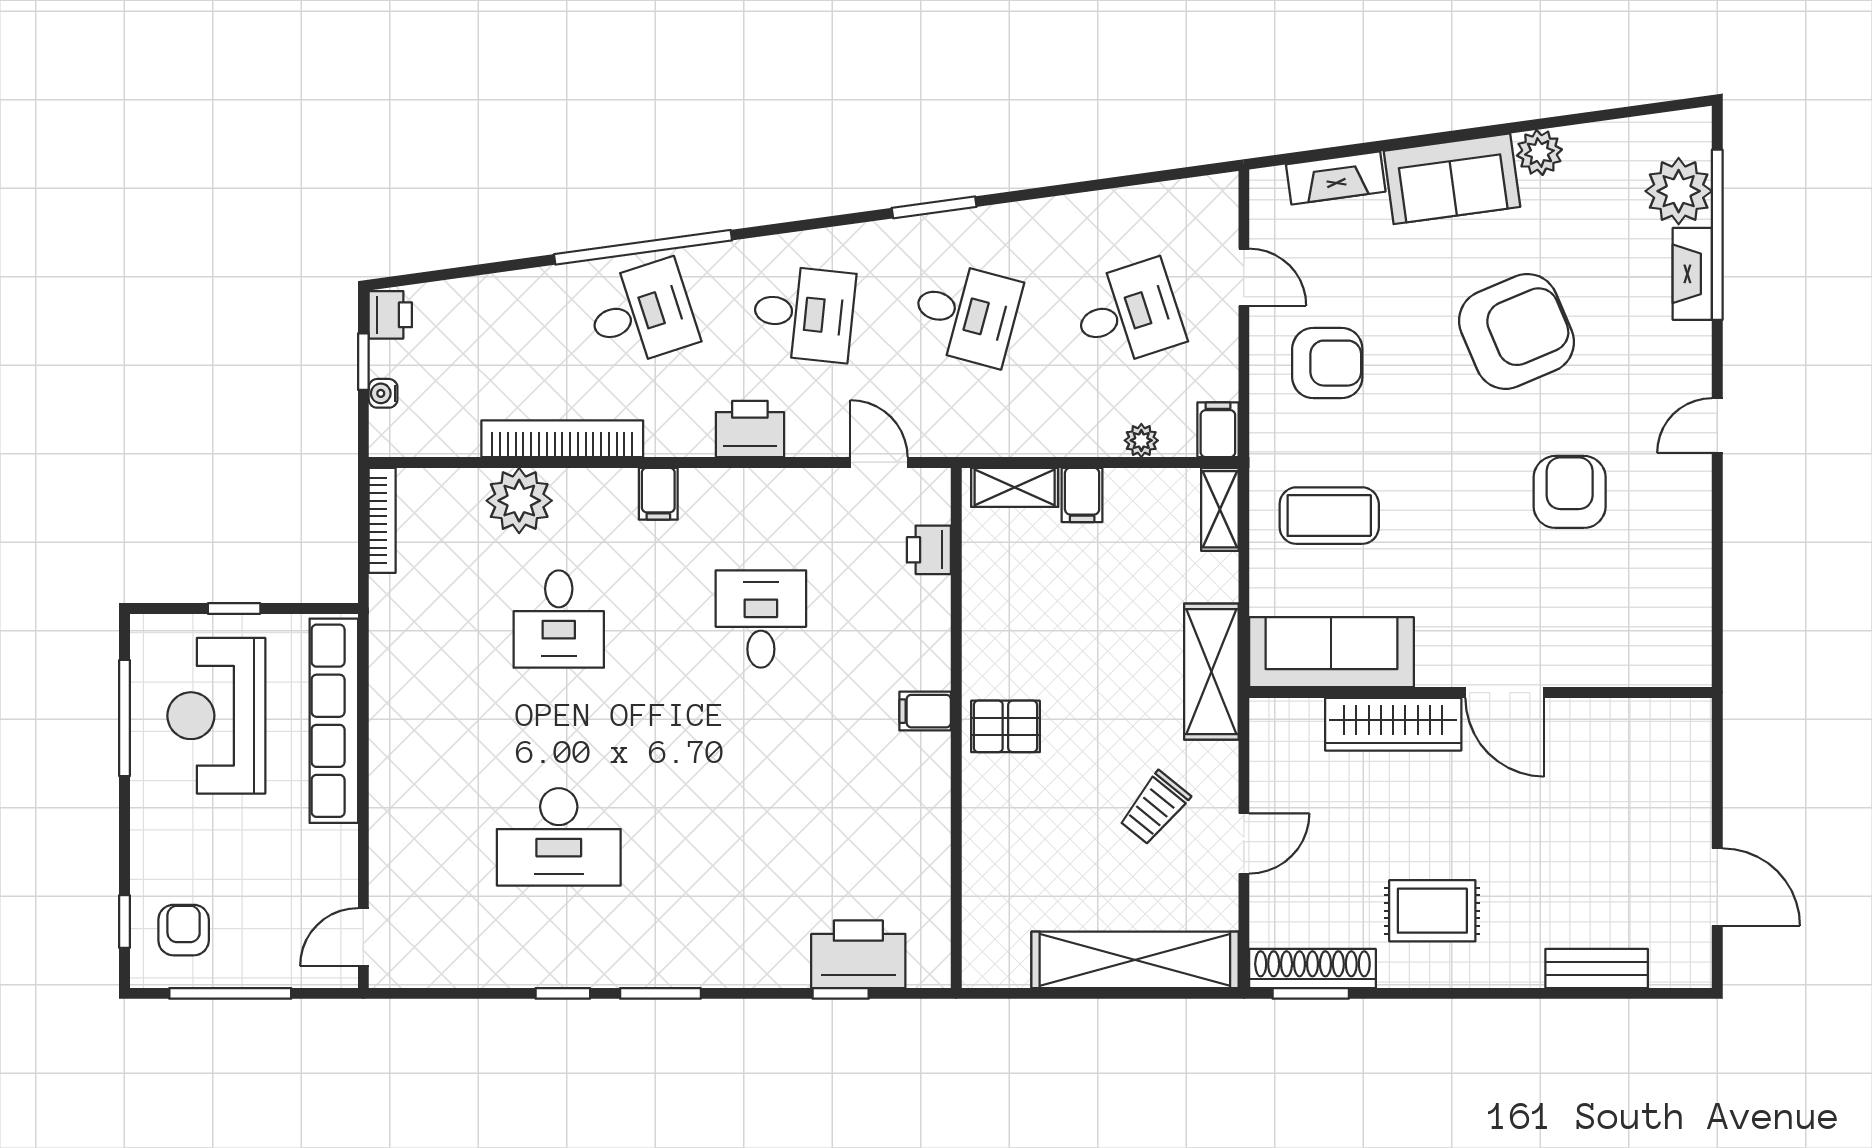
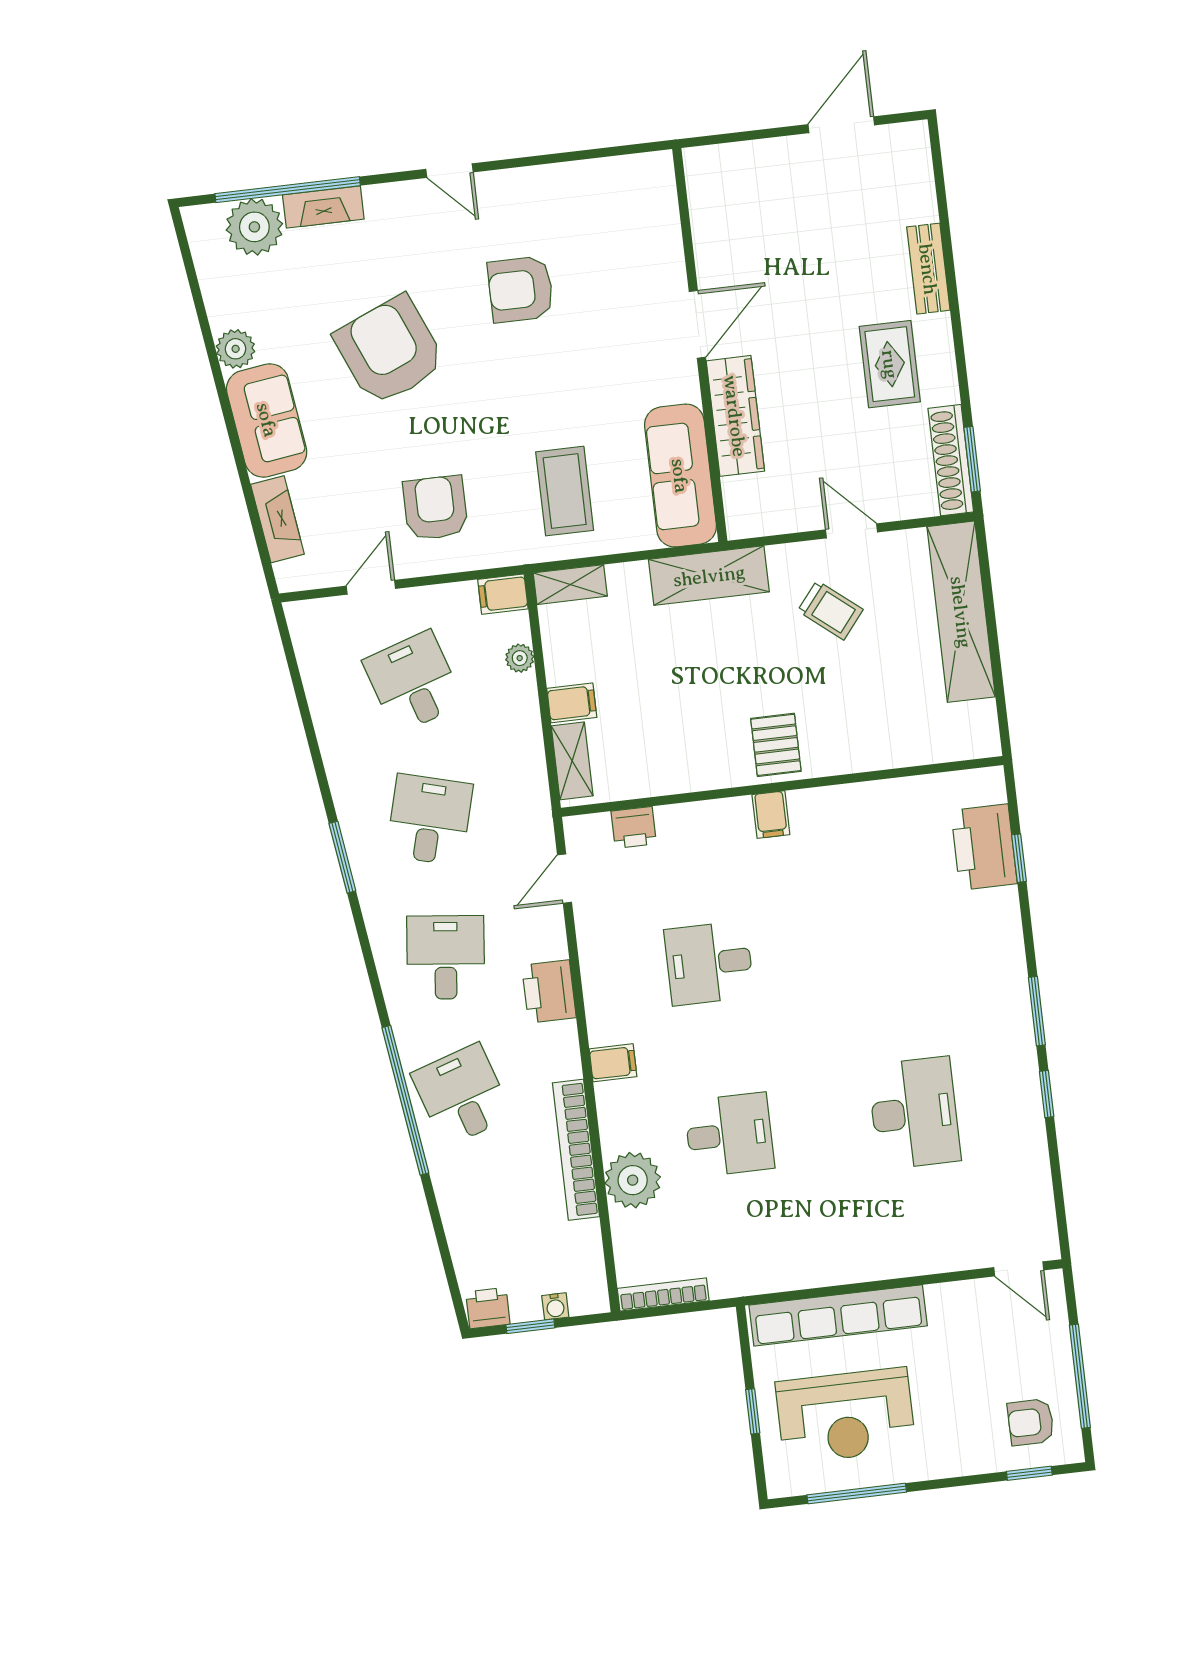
bench: (1597, 968) -> (928, 269), moved

